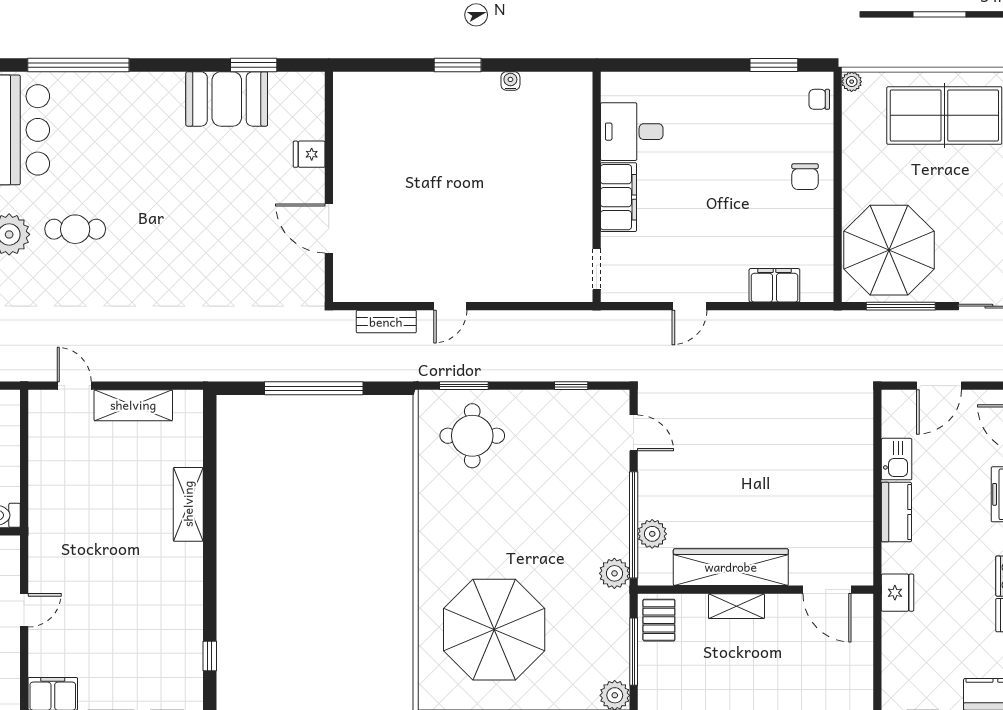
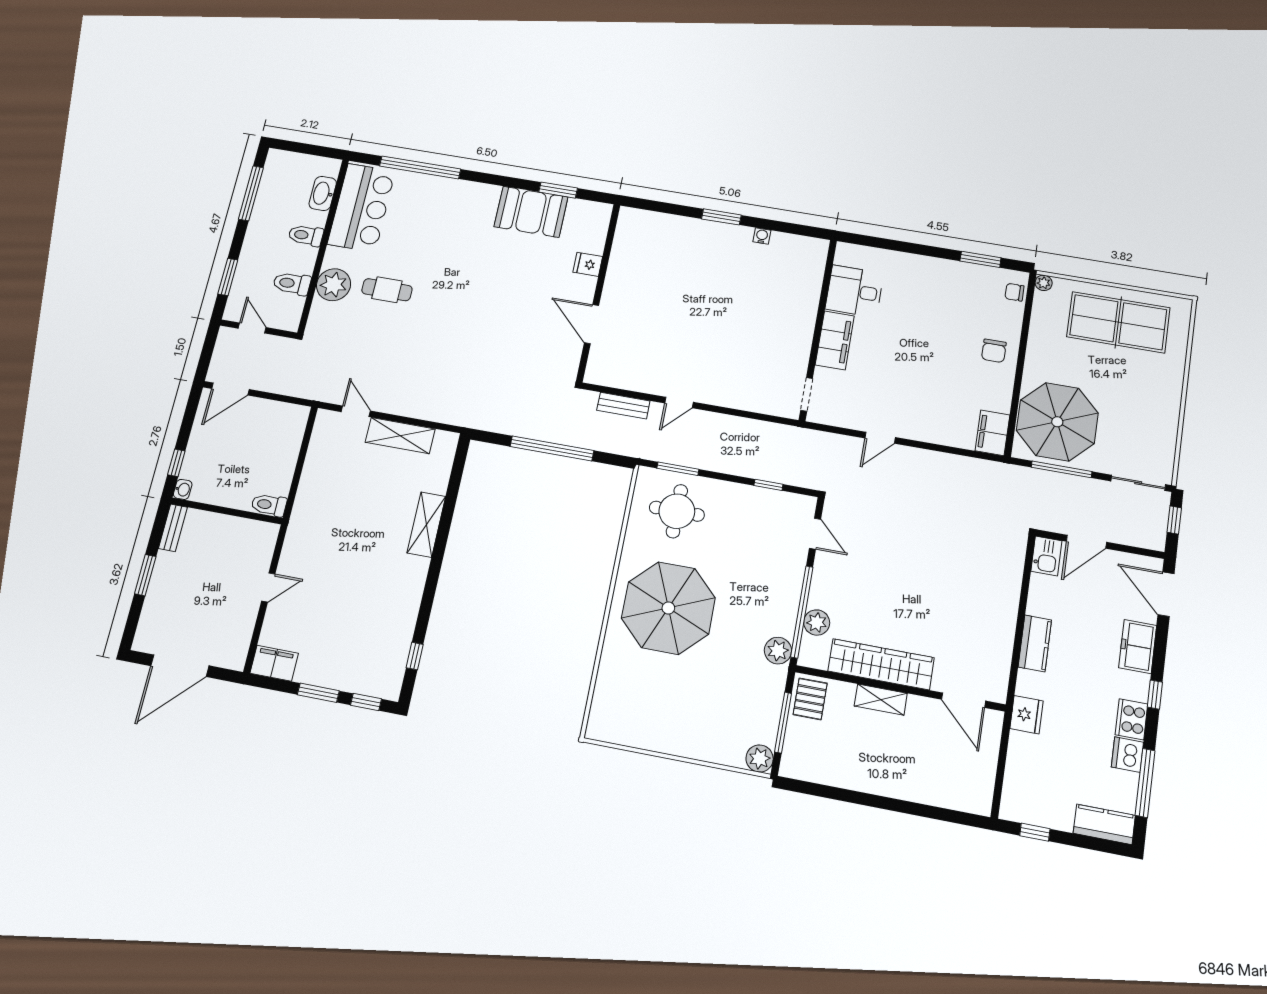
filing cabinet: (774, 285) -> (992, 433), moved, turned -90
kitchen sink: (897, 459) -> (1046, 556), moved
parasol: (494, 630) -> (668, 608), moved

